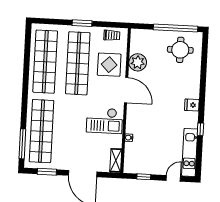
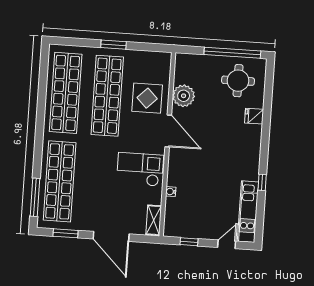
trolley: (112, 35) -> (151, 61), removed
fridge: (192, 105) -> (254, 116), moved
checkout: (105, 121) -> (140, 169), turned 180

